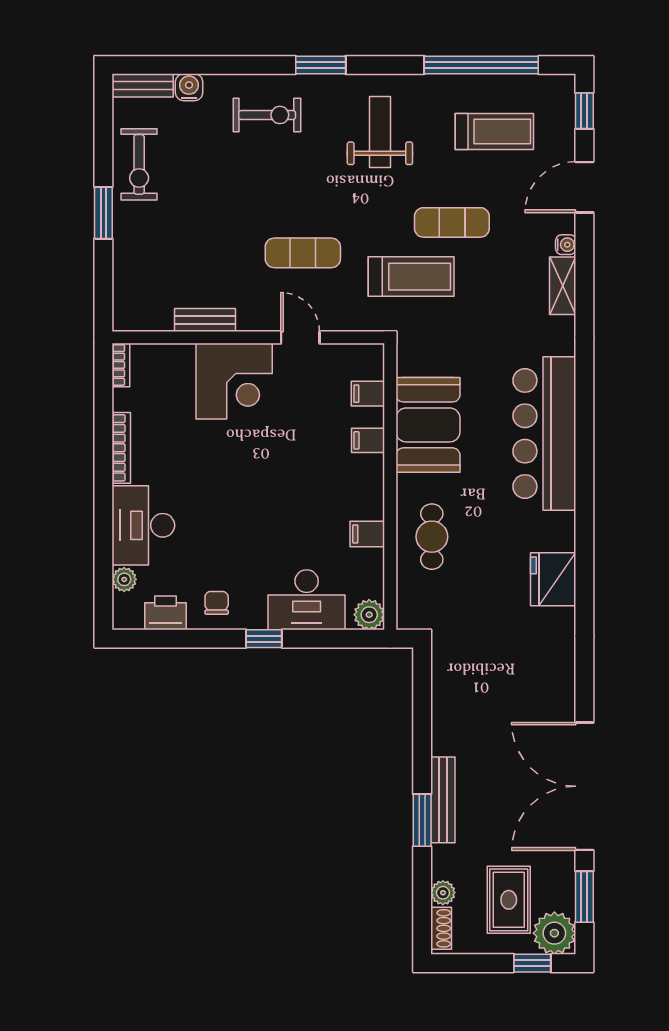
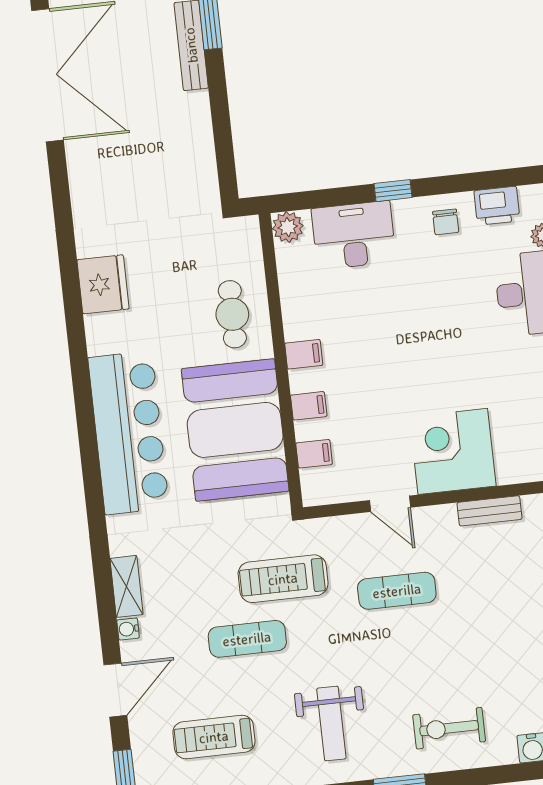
booth: (428, 425) -> (235, 430), width x1.36, depth x1.42
filing cabinet: (367, 534) -> (304, 354), moved

